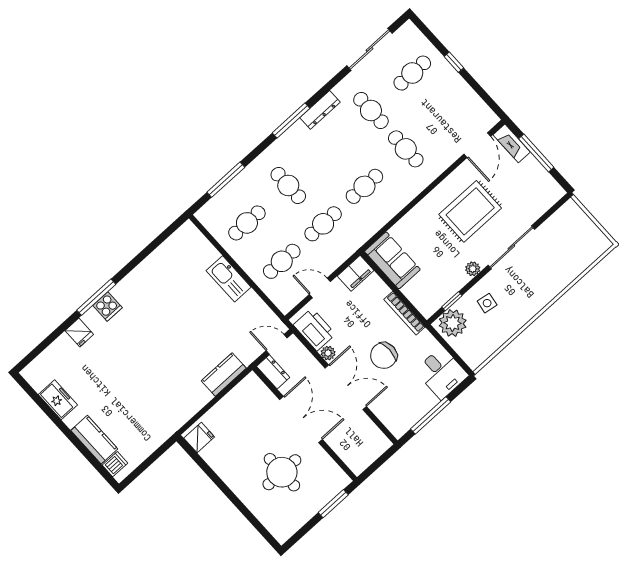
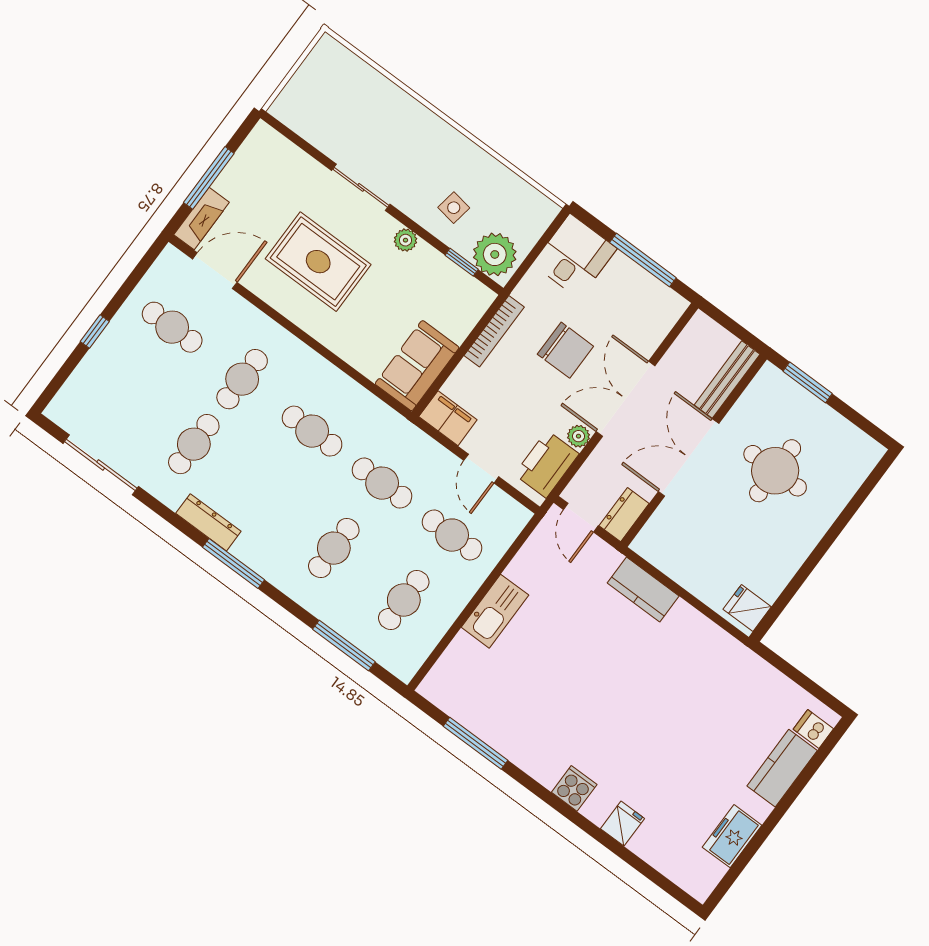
cafe table: (412, 73) -> (172, 327), moved
cafe table: (247, 223) -> (404, 600), turned 90
sliding door: (511, 247) -> (361, 187), width x0.73
window: (96, 297) -> (476, 743), moved
bench: (345, 453) -> (727, 380), added

